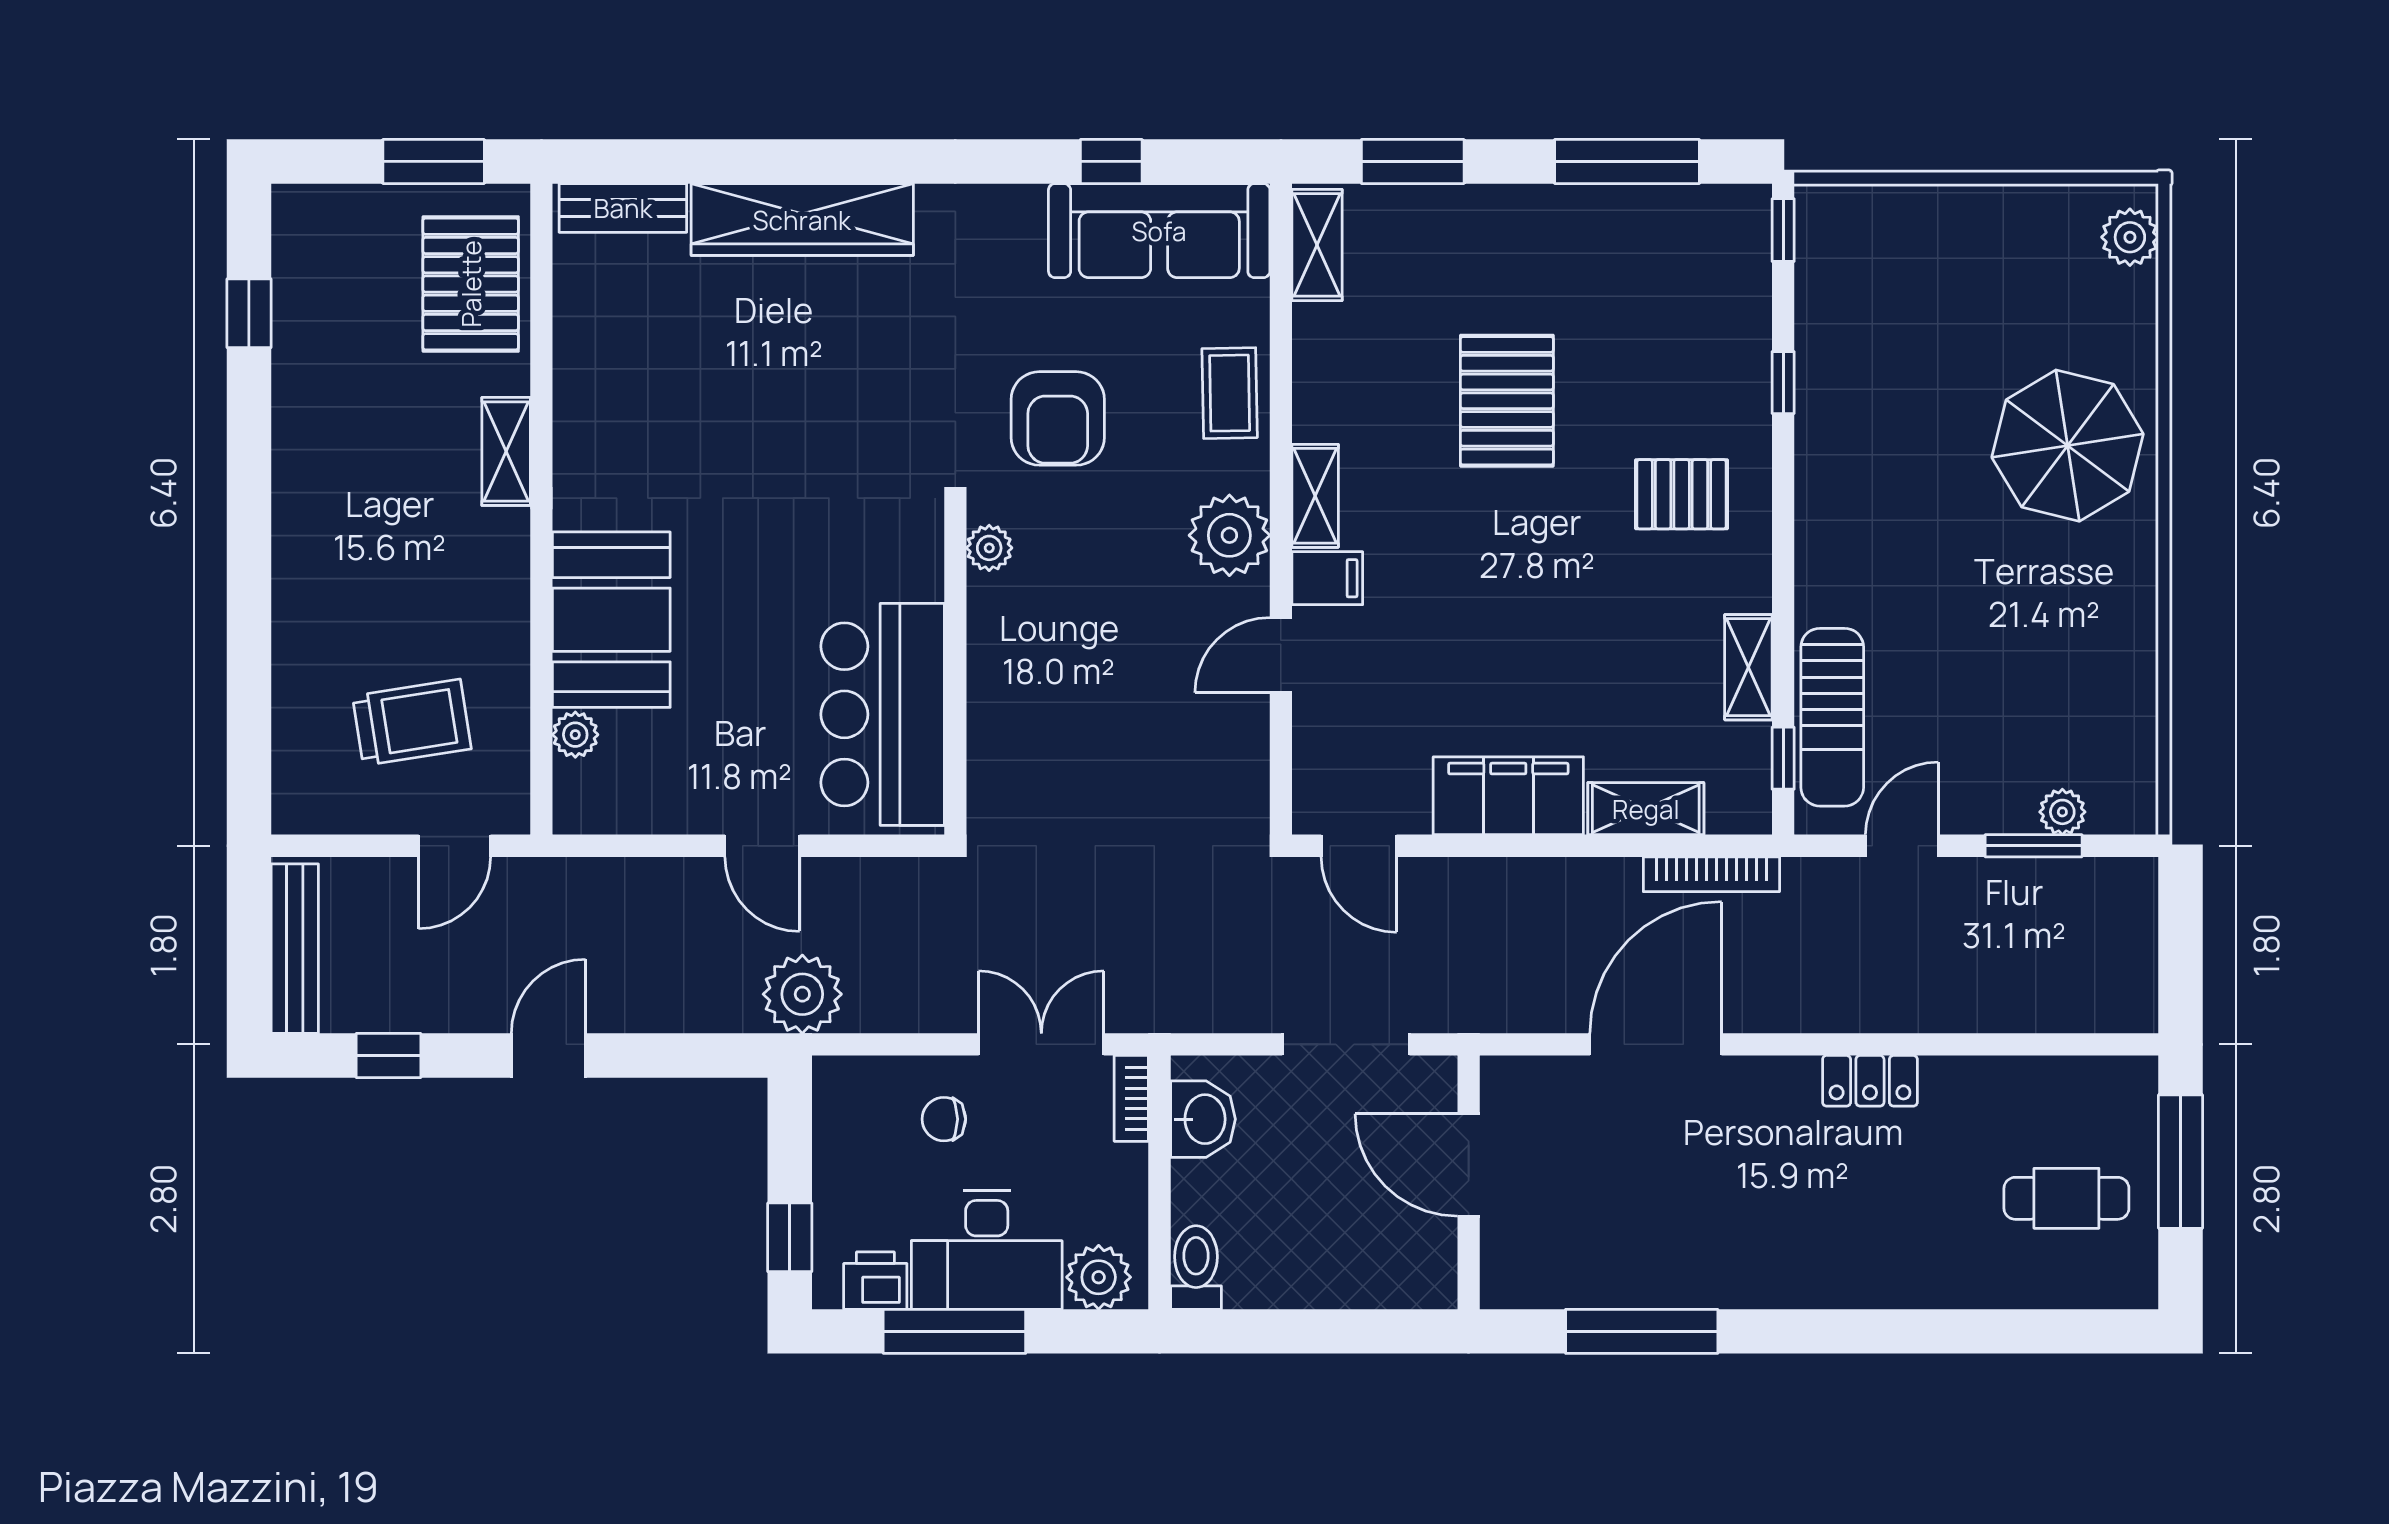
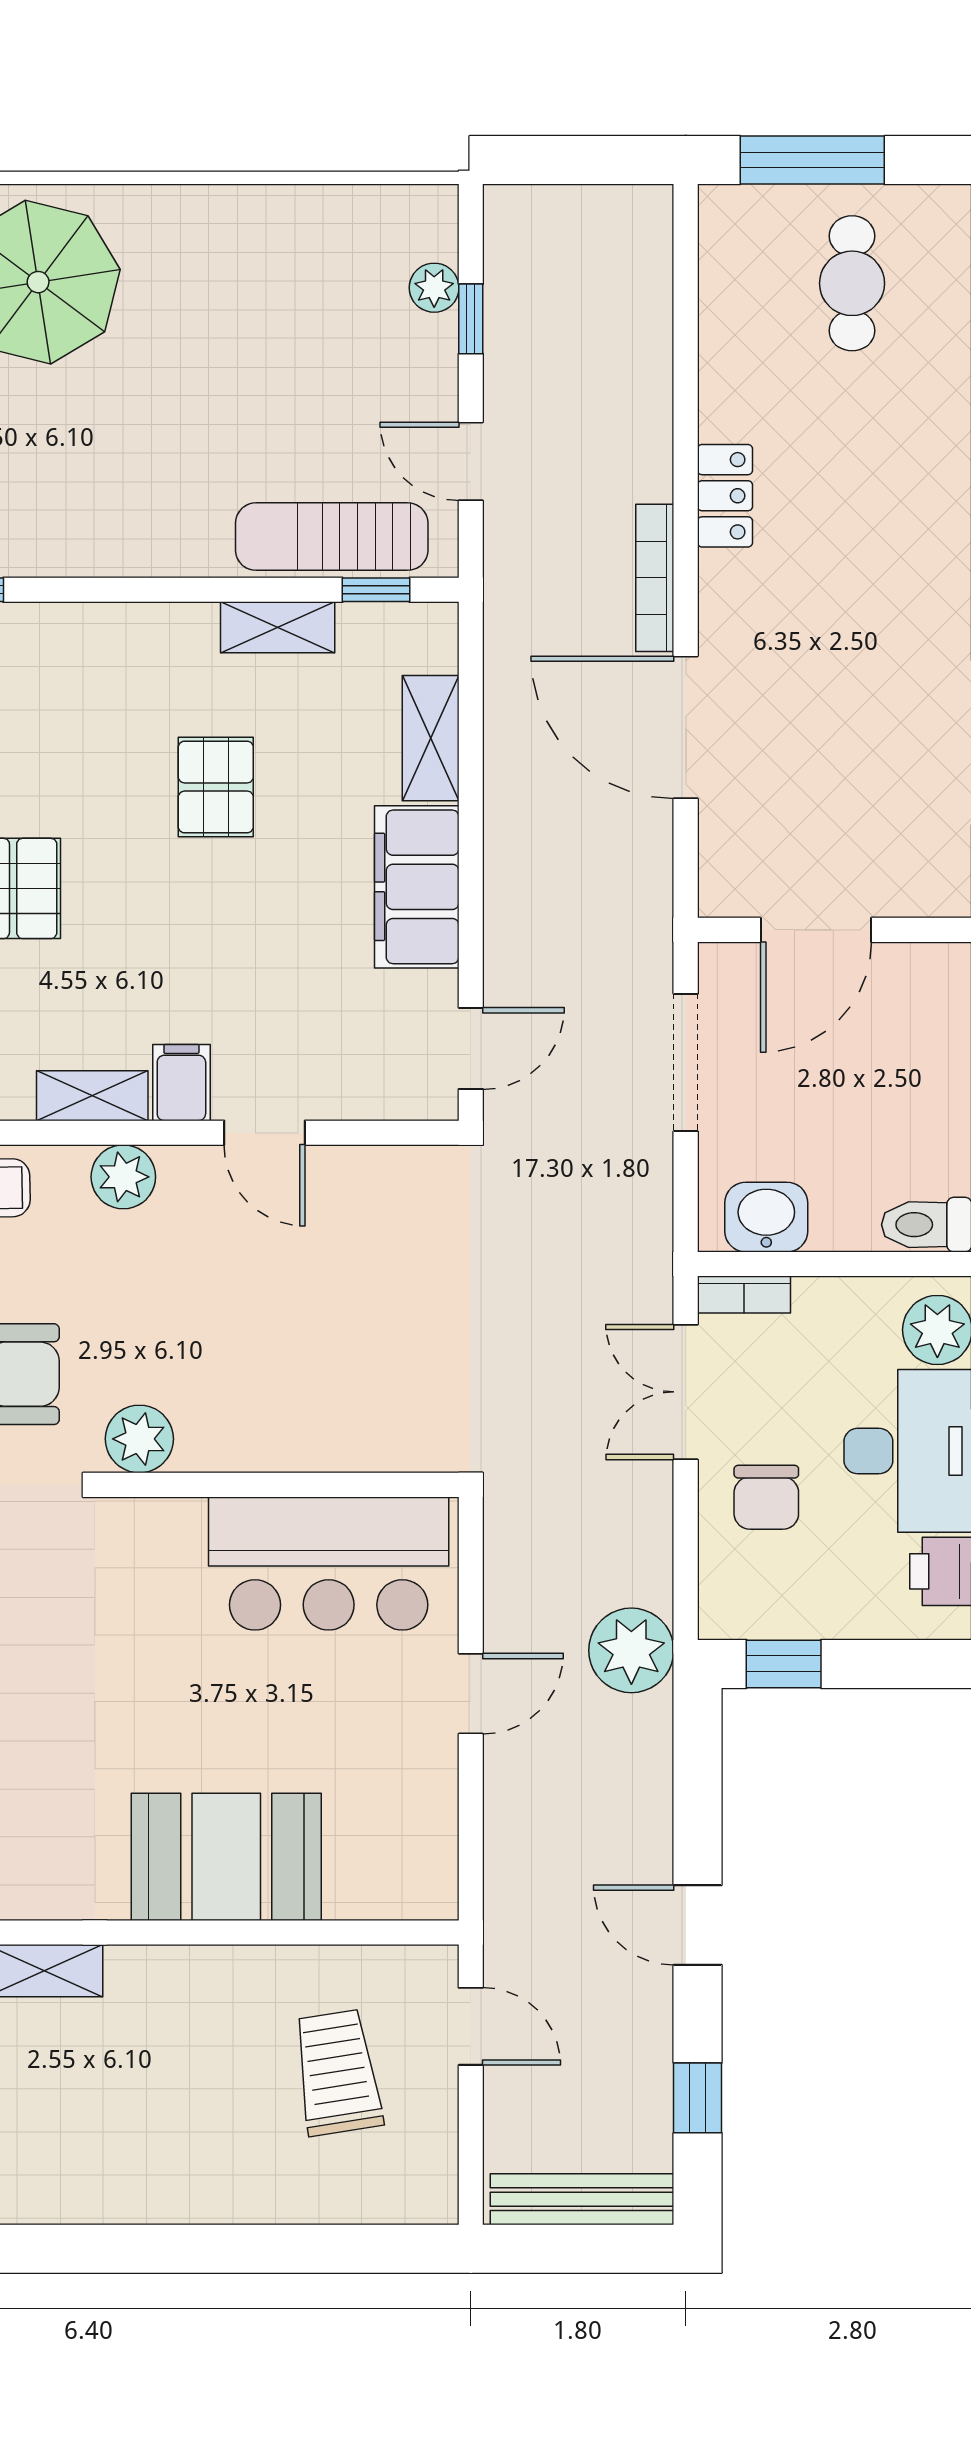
pallet: (1682, 494) -> (216, 787), moved
plant: (1229, 535) -> (123, 1177), width x0.73, depth x0.73
plant: (989, 548) -> (139, 1439), width x1.38, depth x1.38
sun lounger: (1832, 717) -> (332, 537), turned 180
plant: (575, 735) -> (351, 1896), removed
window: (2034, 846) -> (471, 319), width x0.67
bookcase: (1711, 874) -> (655, 578), moved, turned 180
chair: (944, 1119) -> (766, 1497), width x1.37, depth x1.37
window: (790, 1237) -> (784, 1664), moved

